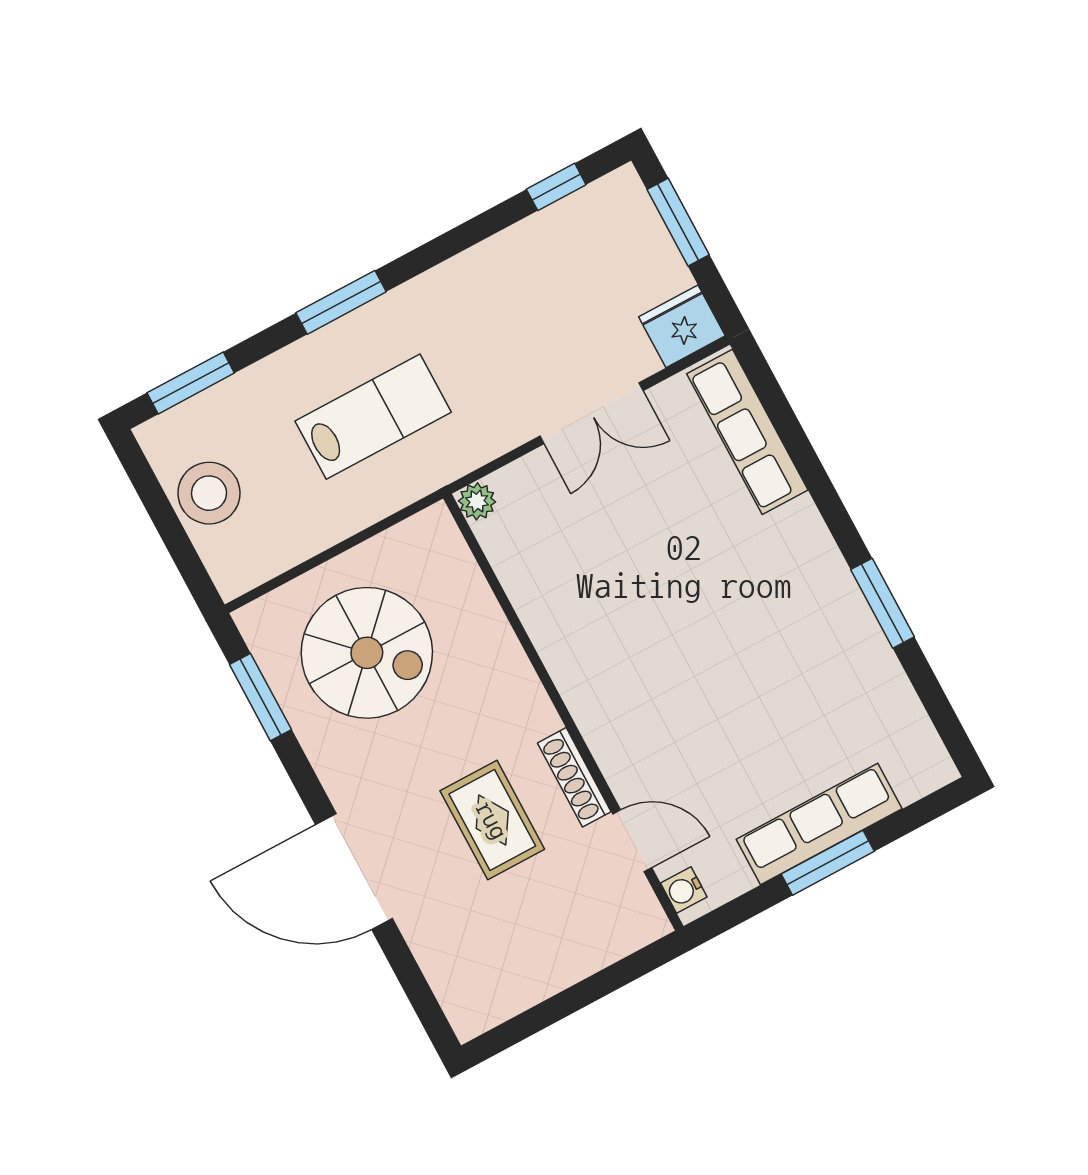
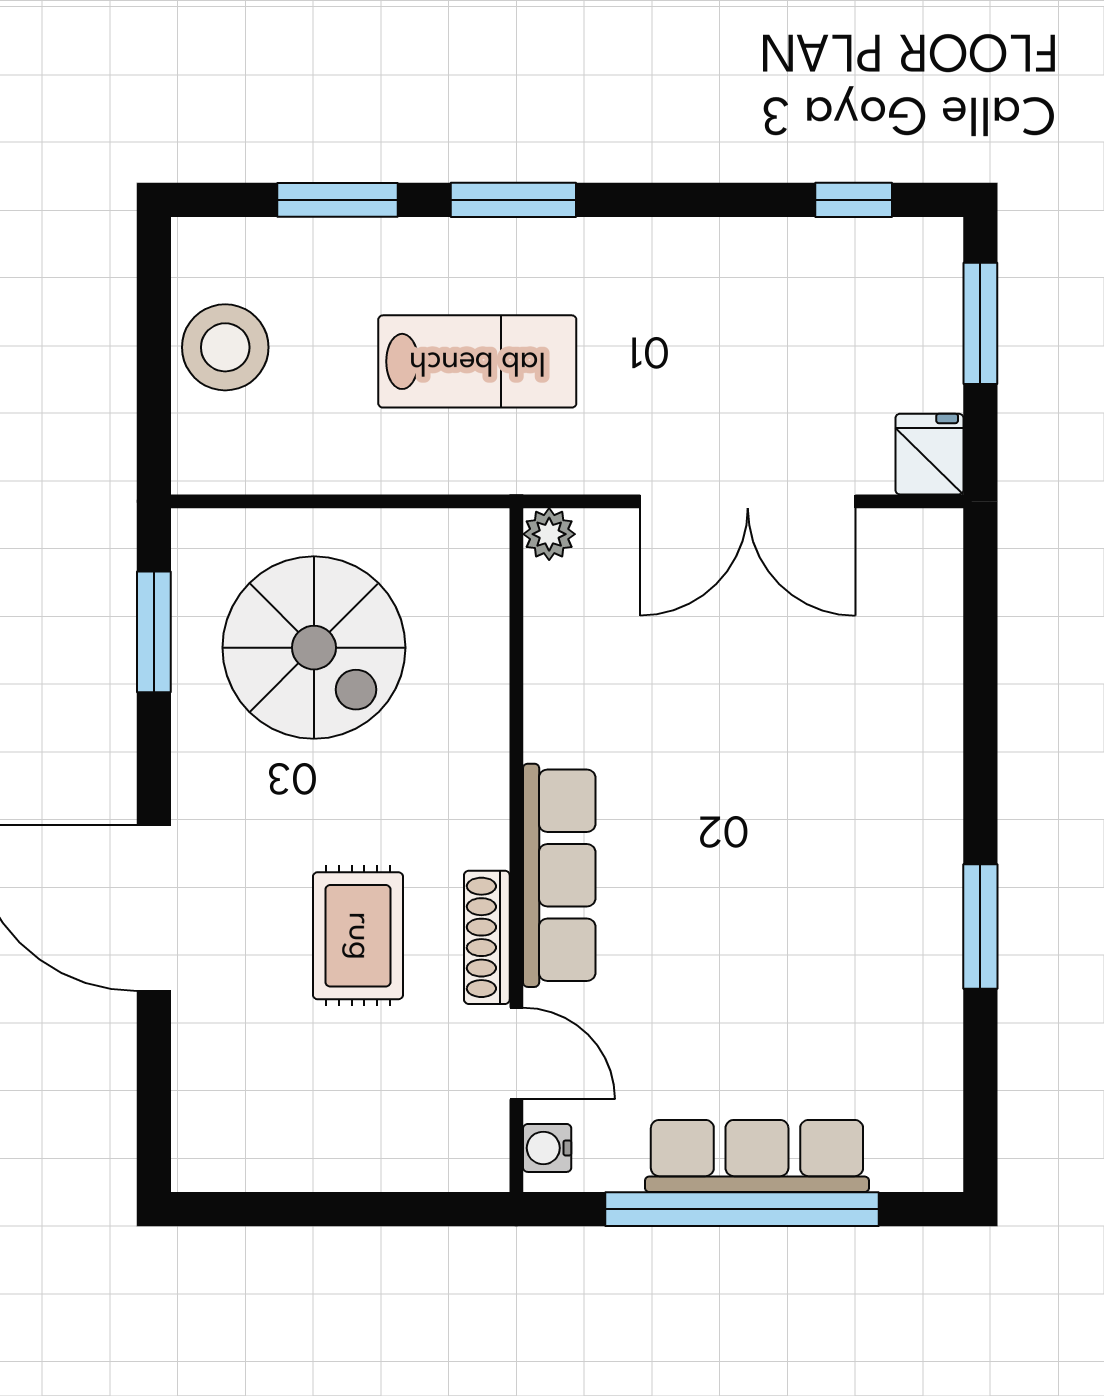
fridge: (682, 326) -> (929, 454), width x0.72
window: (191, 383) -> (337, 200), moved
double door: (591, 413) -> (748, 501), width x1.37
row of seats: (747, 432) -> (559, 875), moved, turned 180
window: (828, 863) -> (742, 1209), width x2.11

